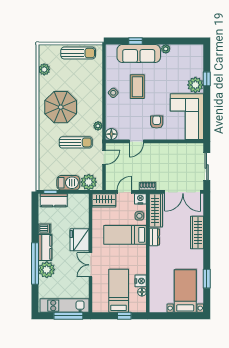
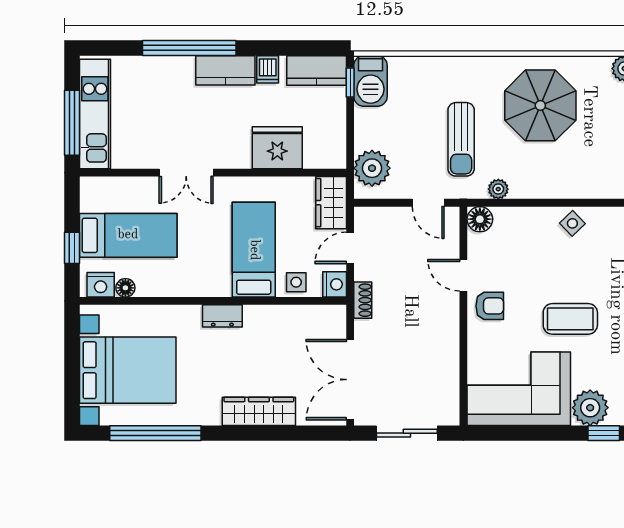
coffee table: (137, 87) -> (570, 319), moved
armchair: (157, 122) -> (490, 306), moved
barbecue: (68, 183) -> (370, 81), moved
door: (124, 192) -> (350, 248), swing flipped
kitchen counter: (54, 200) -> (317, 70), moved, turned -90
wardrobe: (156, 210) -> (309, 319), removed
dresser: (154, 237) -> (222, 316), moved
fridge: (79, 240) -> (277, 148), moved
double door: (91, 265) -> (186, 173), swing flipped
plant: (47, 270) -> (175, 74), removed
window: (207, 279) -> (155, 433), width x2.11
nightstand: (141, 281) -> (101, 285), moved
bed with nightstands: (185, 291) -> (128, 370), width x1.36

